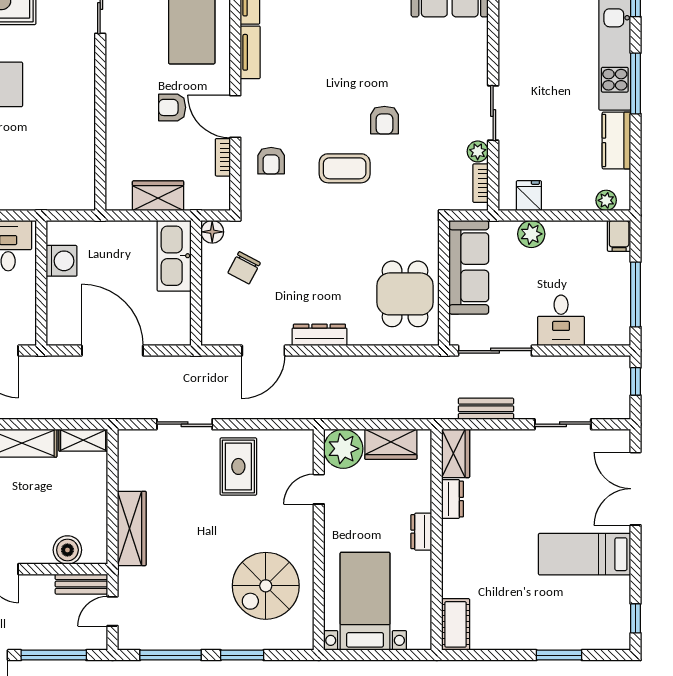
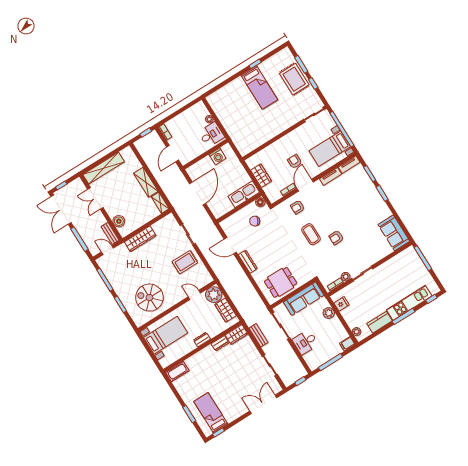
bed: (585, 554) -> (211, 413), moved

